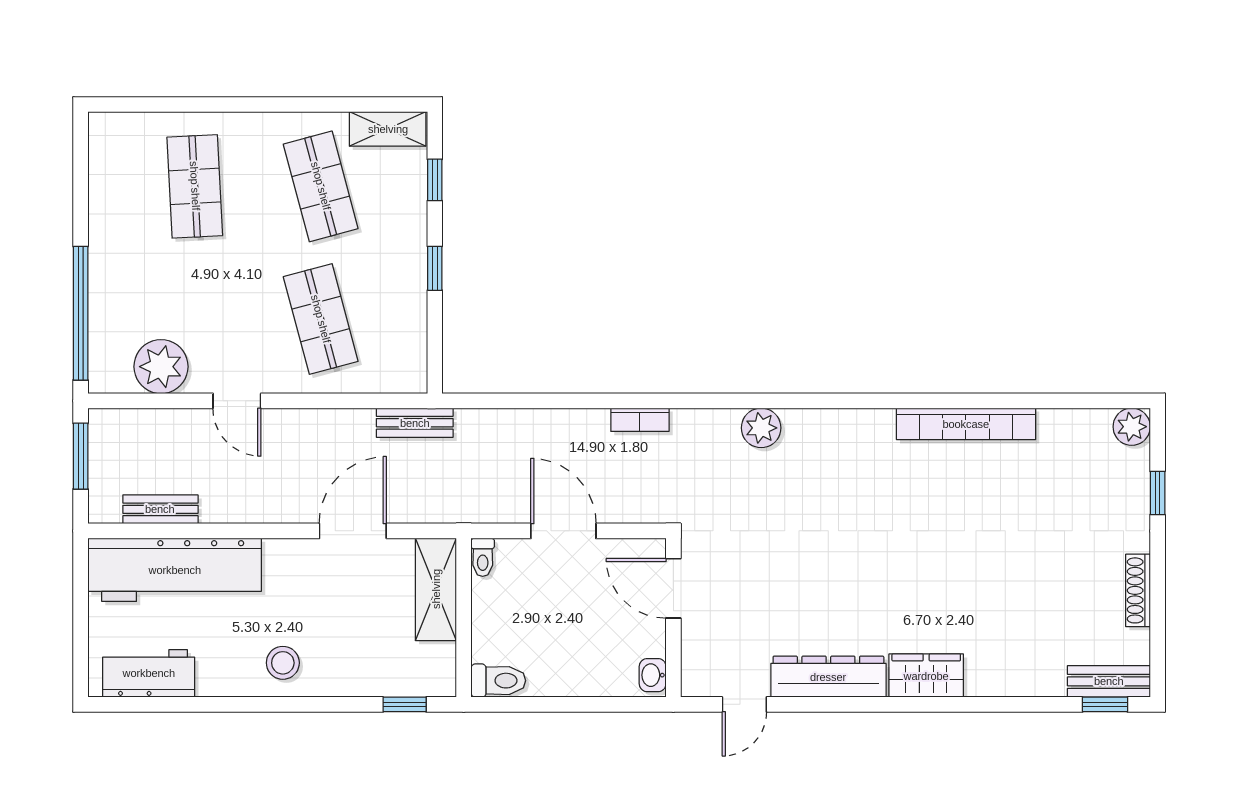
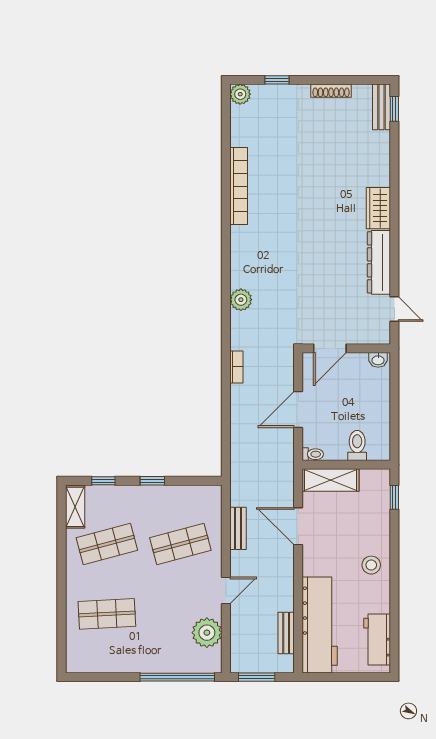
bench: (415, 423) -> (238, 528), moved
toilet: (498, 681) -> (357, 446), moved

